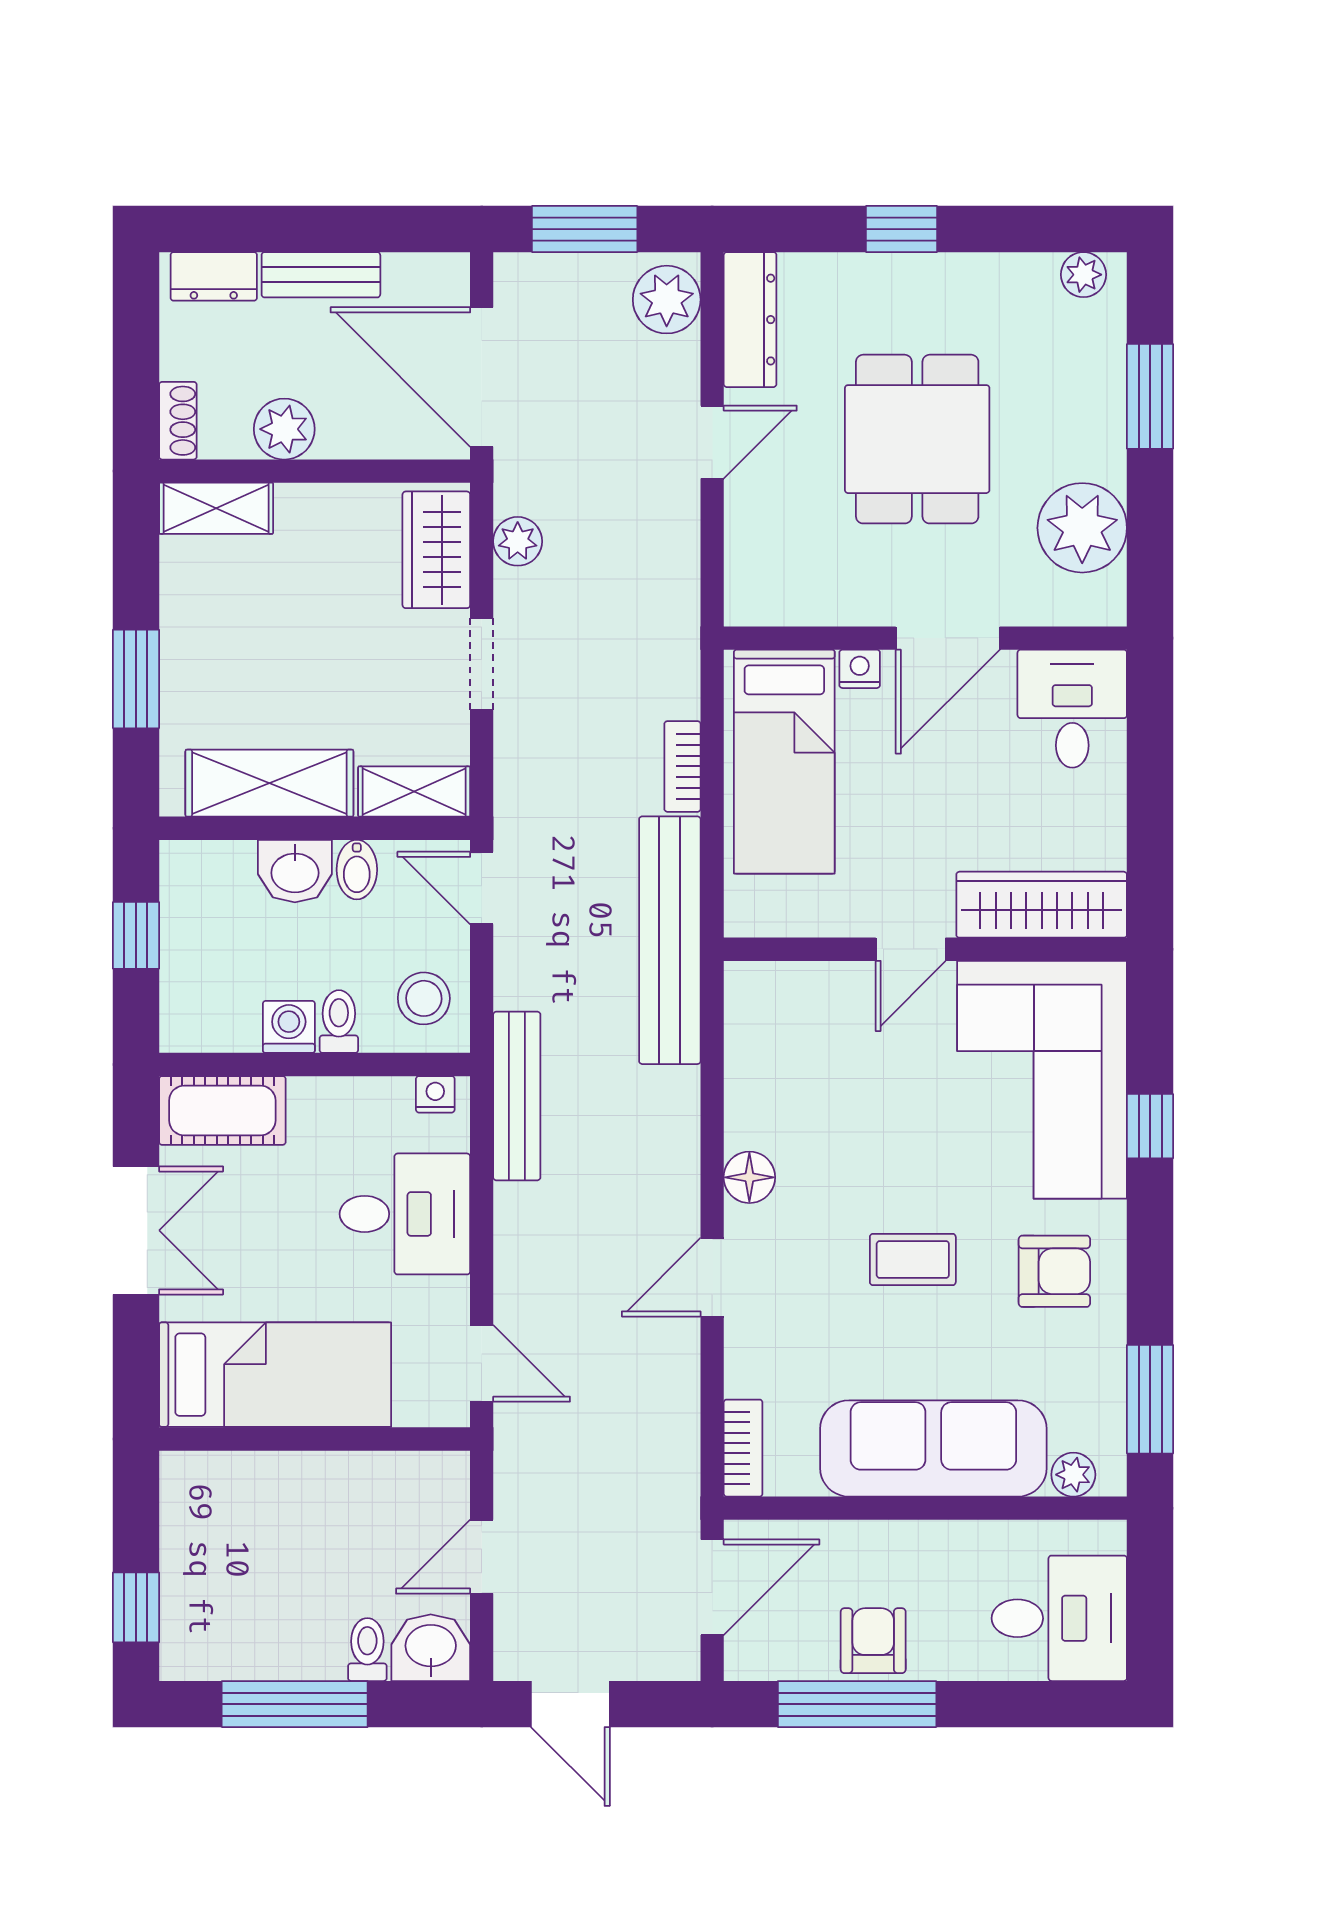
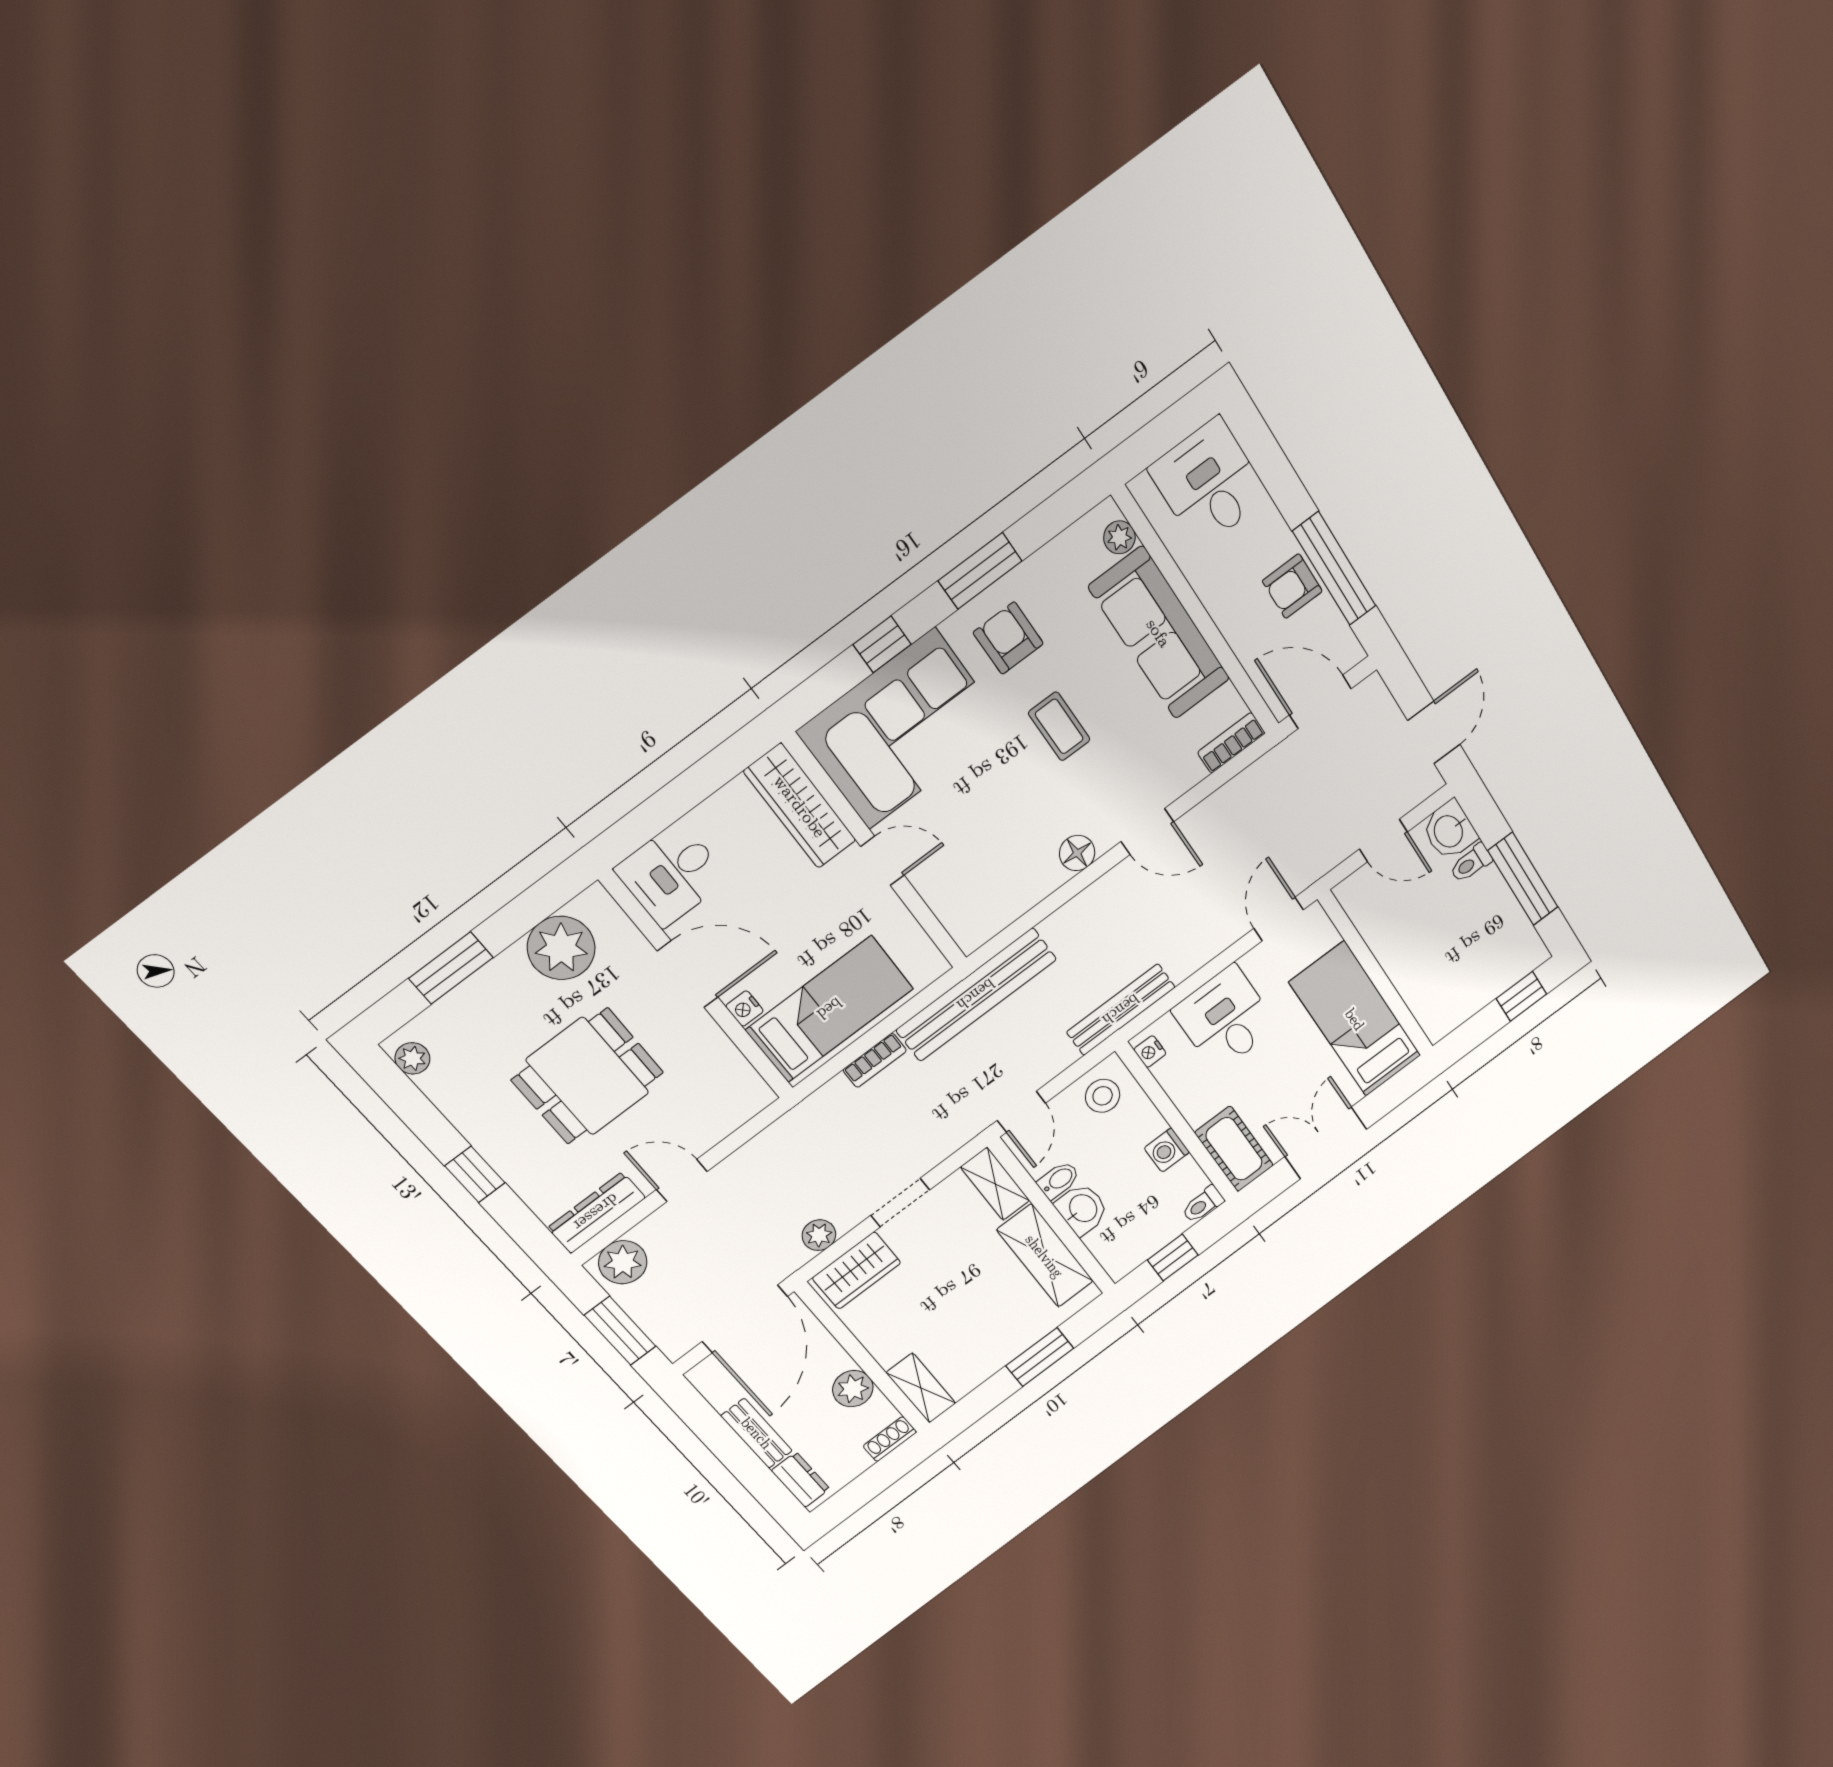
toilet: (339, 1022) -> (1203, 1204), moved
window: (1150, 1399) -> (980, 571), moved

